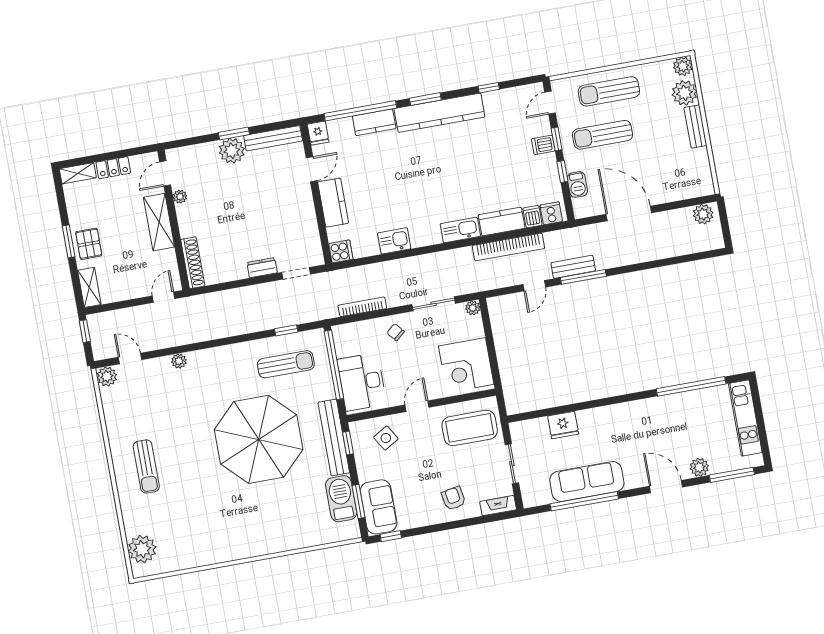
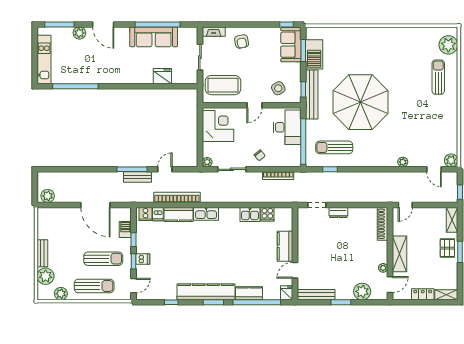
plant: (683, 66) -> (61, 294), moved
plant: (232, 151) -> (362, 291), moved
cooker: (341, 251) -> (267, 214), moved, turned -90
sun lounger: (146, 466) -> (438, 77), moved

